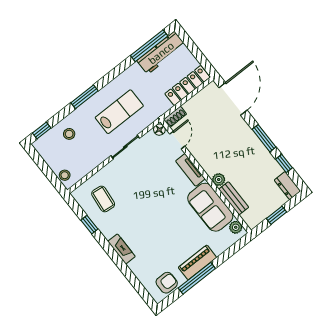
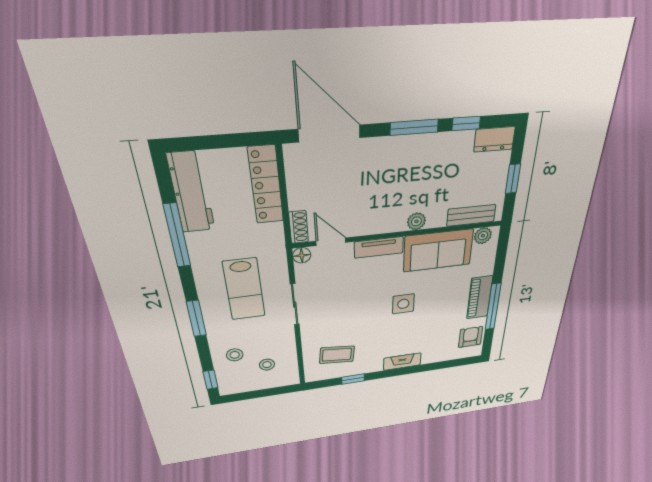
window: (149, 46) -> (177, 236), moved
lab bench: (119, 112) -> (244, 289), turned 180
stool: (65, 175) -> (267, 365), moved
bench: (234, 198) -> (471, 215), moved
side table: (164, 214) -> (403, 304), added

